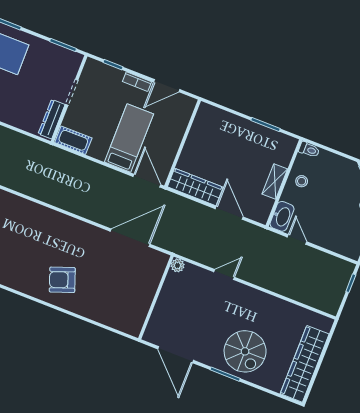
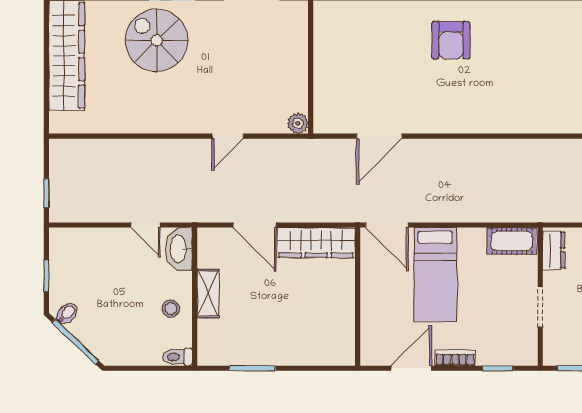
dresser: (52, 119) -> (554, 250), width x0.70
door: (130, 238) -> (379, 136), width x0.73
armchair: (62, 280) -> (451, 40), turned 110

